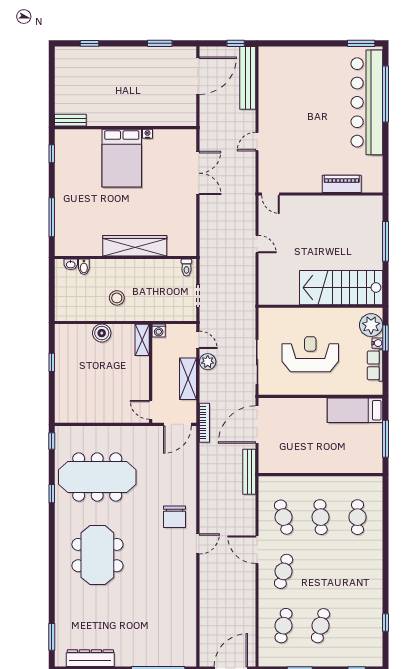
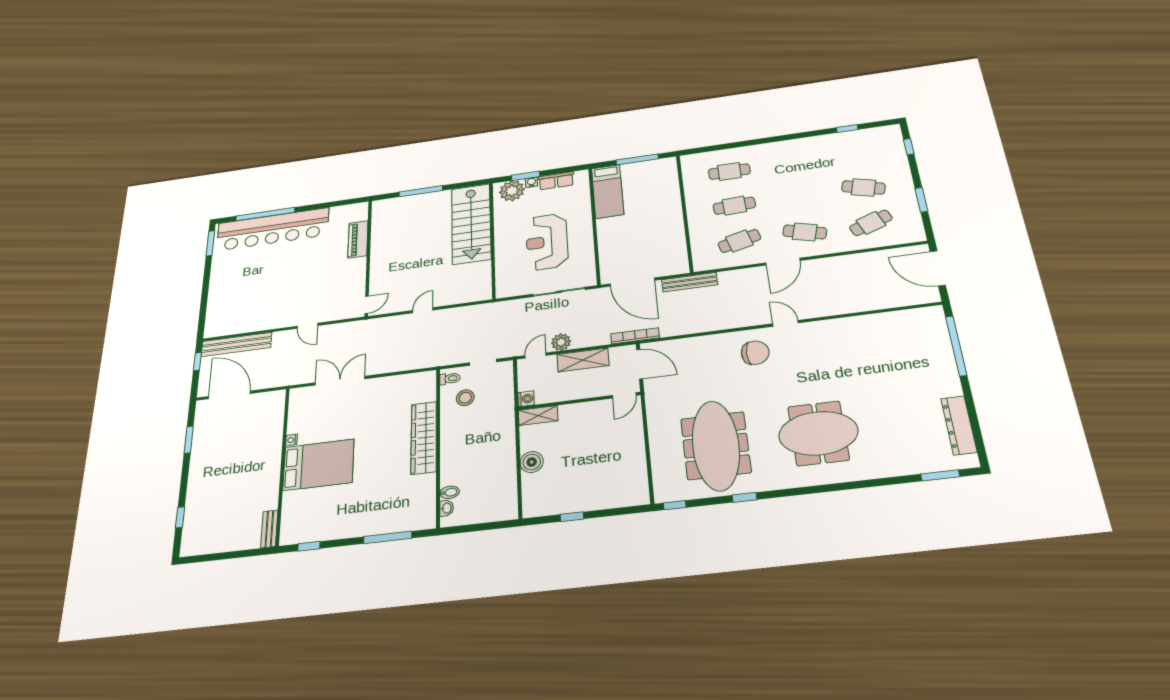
stool: (117, 298) -> (465, 398), moved
cafe table: (284, 626) -> (871, 223), turned -33

